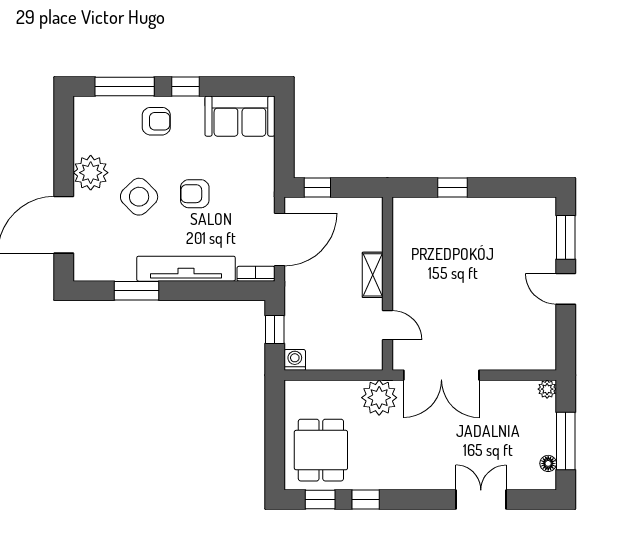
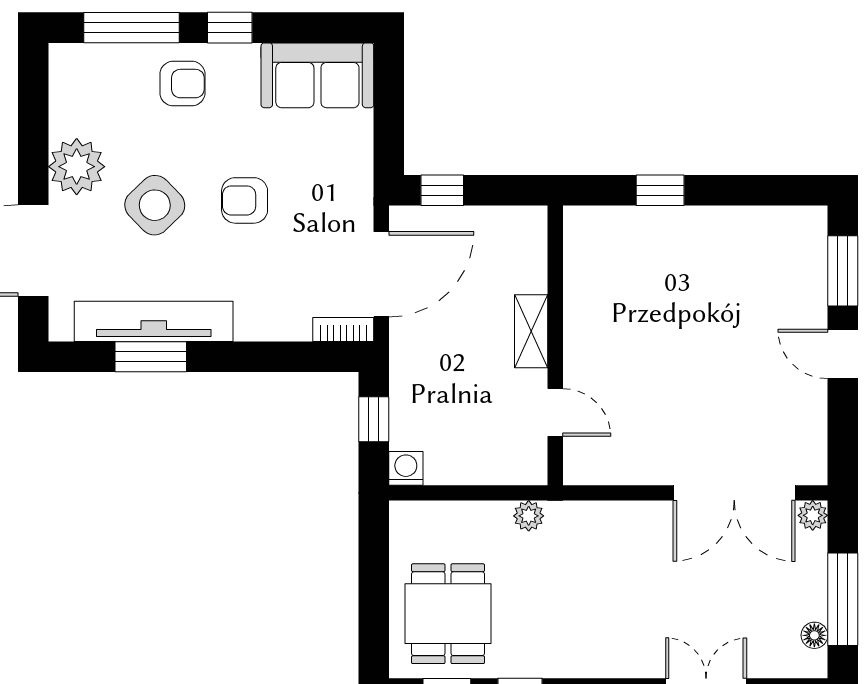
tv unit: (186, 269) -> (154, 321), moved
double door: (441, 375) -> (734, 493), moved
plant: (379, 398) -> (529, 516), width x0.53, depth x0.53

